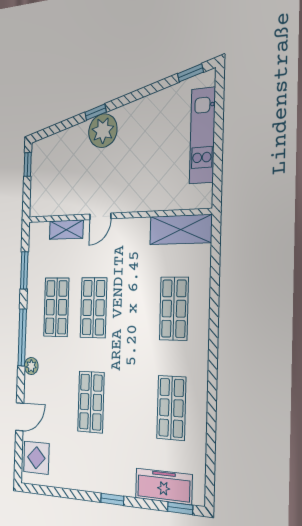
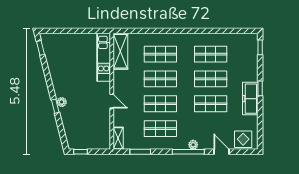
plant: (103, 131) -> (62, 102), width x0.53, depth x0.53
kitchen unit: (202, 136) -> (104, 57), moved, turned 90
shelving: (66, 230) -> (118, 138), moved
shop shelf: (133, 308) -> (160, 79), added
window: (22, 337) -> (188, 152), moved
shop shelf: (130, 405) -> (211, 79), added
freezer: (164, 486) -> (250, 99), moved

